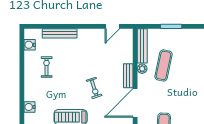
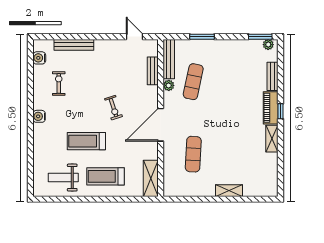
door: (112, 26) -> (135, 37), swing flipped
bench: (128, 76) -> (153, 71), moved
water cooler: (29, 107) -> (39, 116), moved

